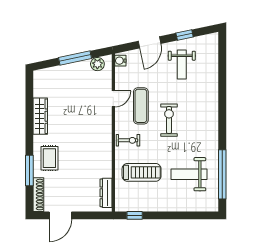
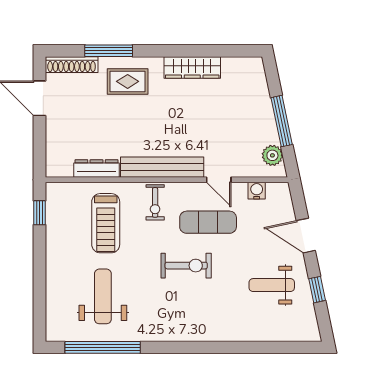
water cooler: (120, 61) -> (257, 191), moved
bench: (105, 136) -> (162, 167), added
dresser: (106, 193) -> (97, 169), moved

